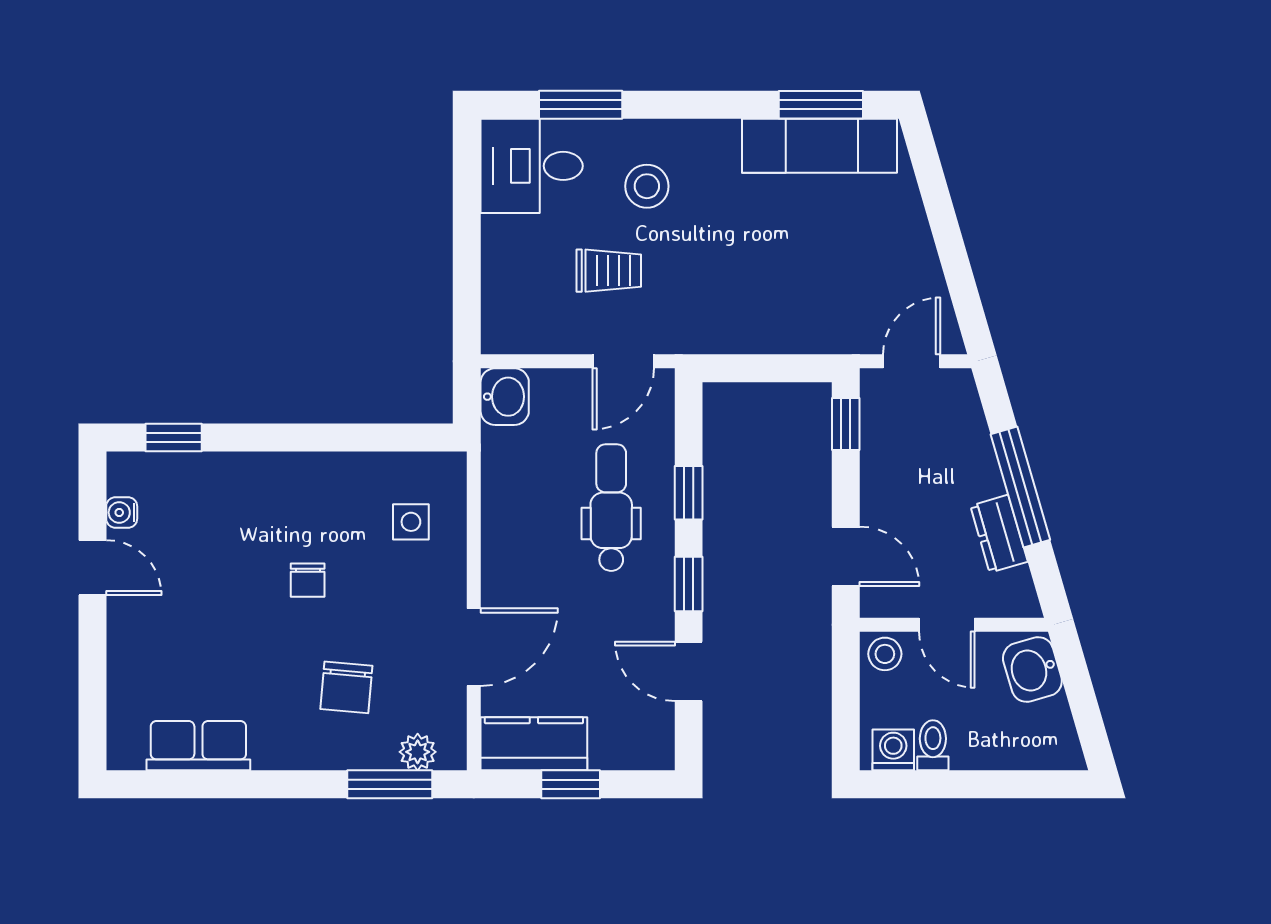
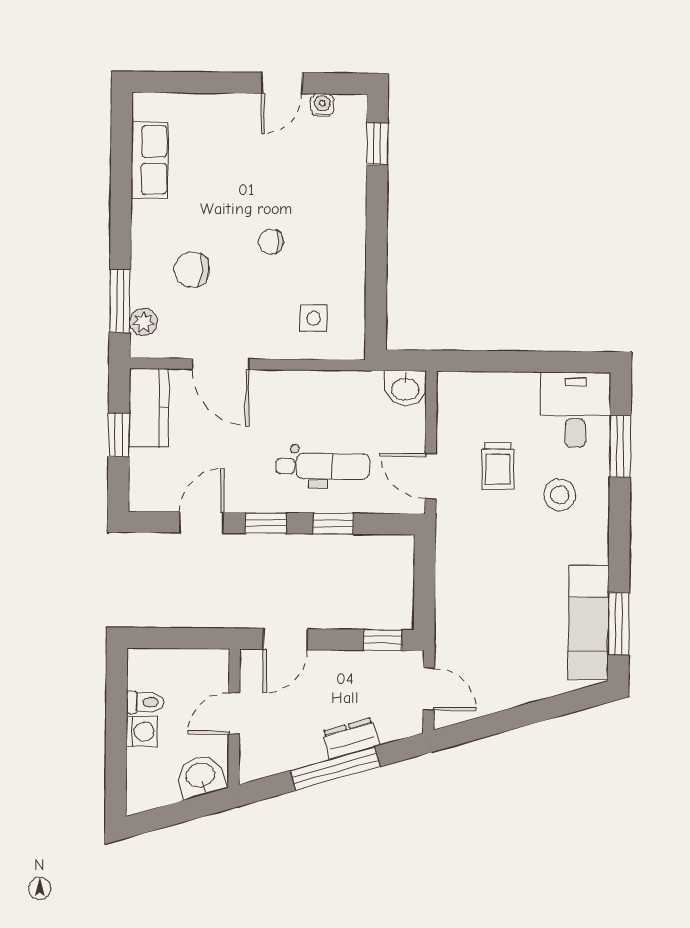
dresser: (999, 534) -> (351, 738), moved
stool: (885, 654) -> (213, 667), removed
washing machine: (893, 750) -> (142, 732), moved

